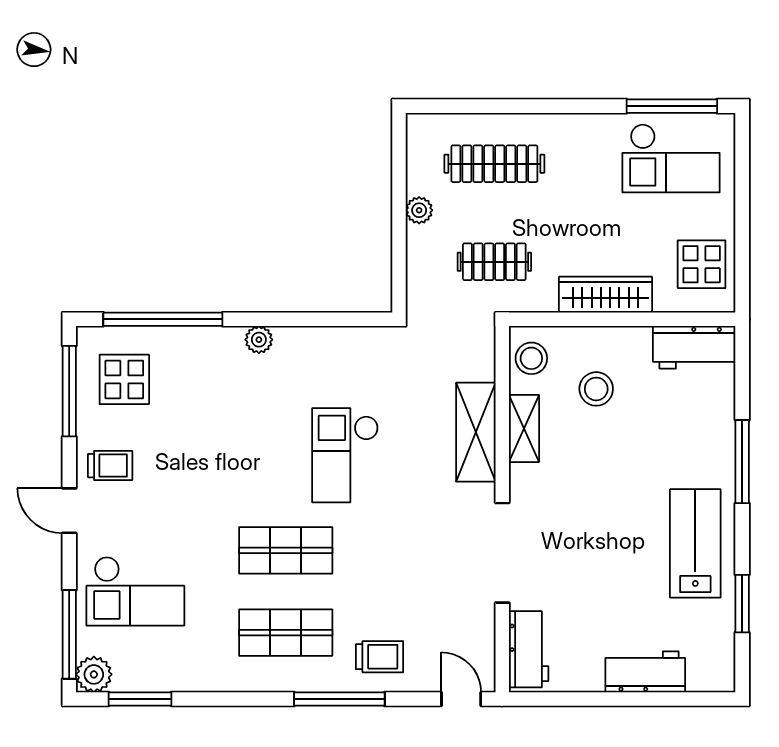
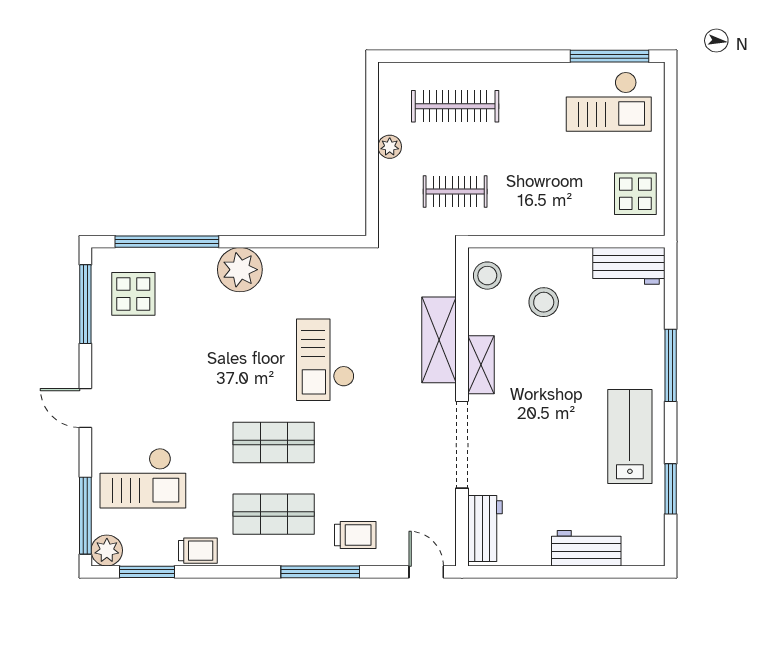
wardrobe: (606, 295) -> (552, 220), removed
plant: (259, 340) -> (240, 270), width x1.87, depth x1.87
shelving: (524, 428) -> (481, 365), moved
trolley: (110, 466) -> (198, 551), moved

